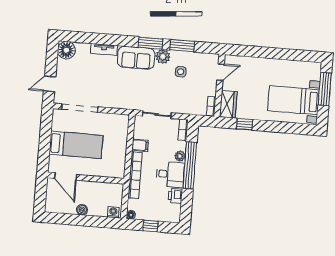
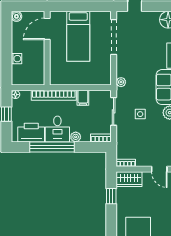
side table: (181, 72) -> (140, 114), moved
plant: (127, 104) -> (121, 82), added
window: (190, 165) -> (52, 147), moved
printer: (175, 196) -> (31, 133), width x1.87, depth x1.48
boiler: (82, 210) -> (16, 16), moved
washing machine: (113, 212) -> (17, 59), moved

